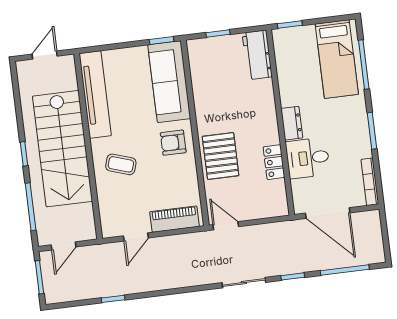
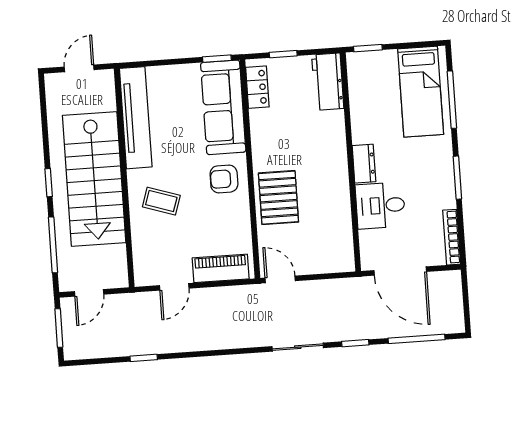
locker: (274, 162) -> (257, 87), moved, turned 180

